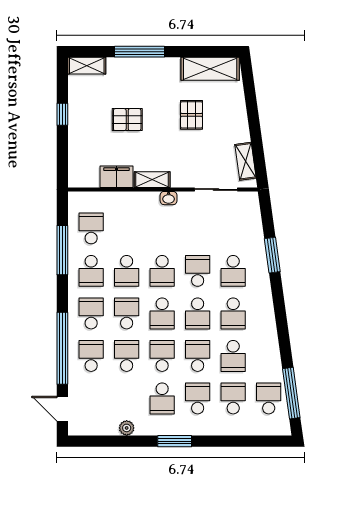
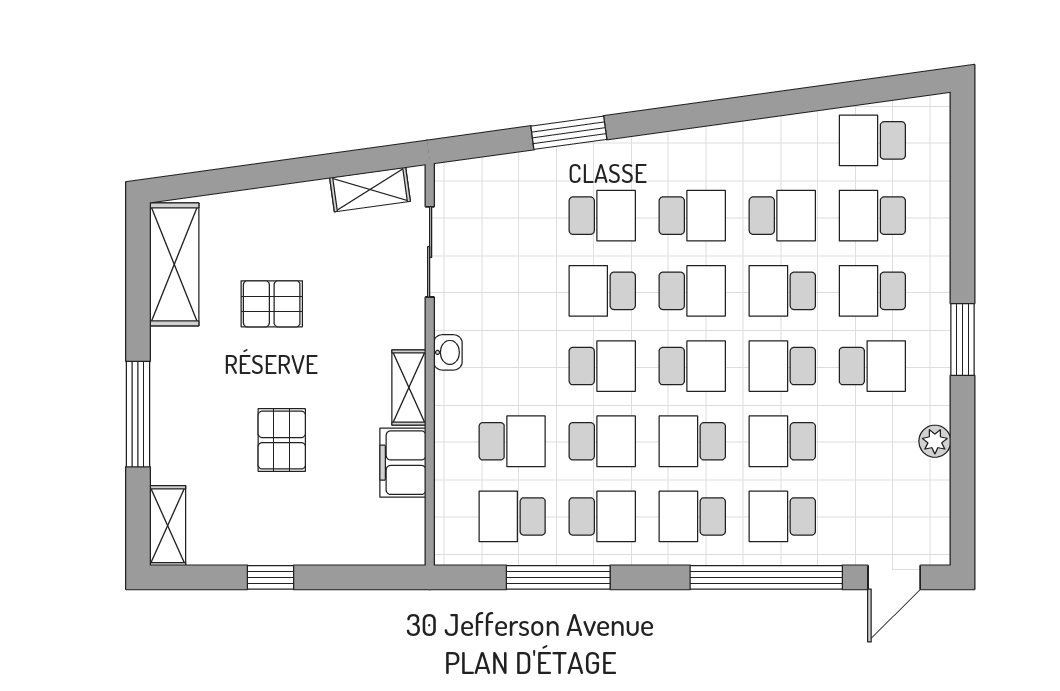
school desk: (127, 228) -> (512, 441), added
window: (291, 393) -> (861, 92), removed

